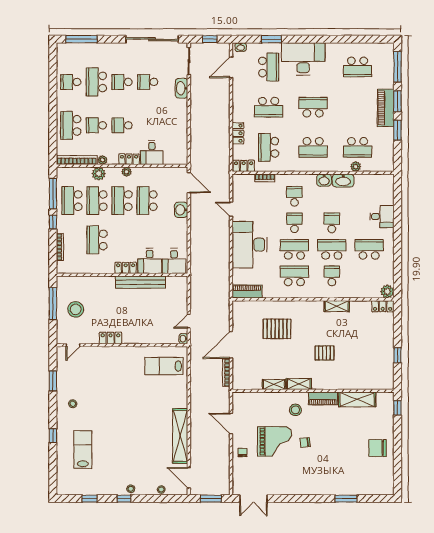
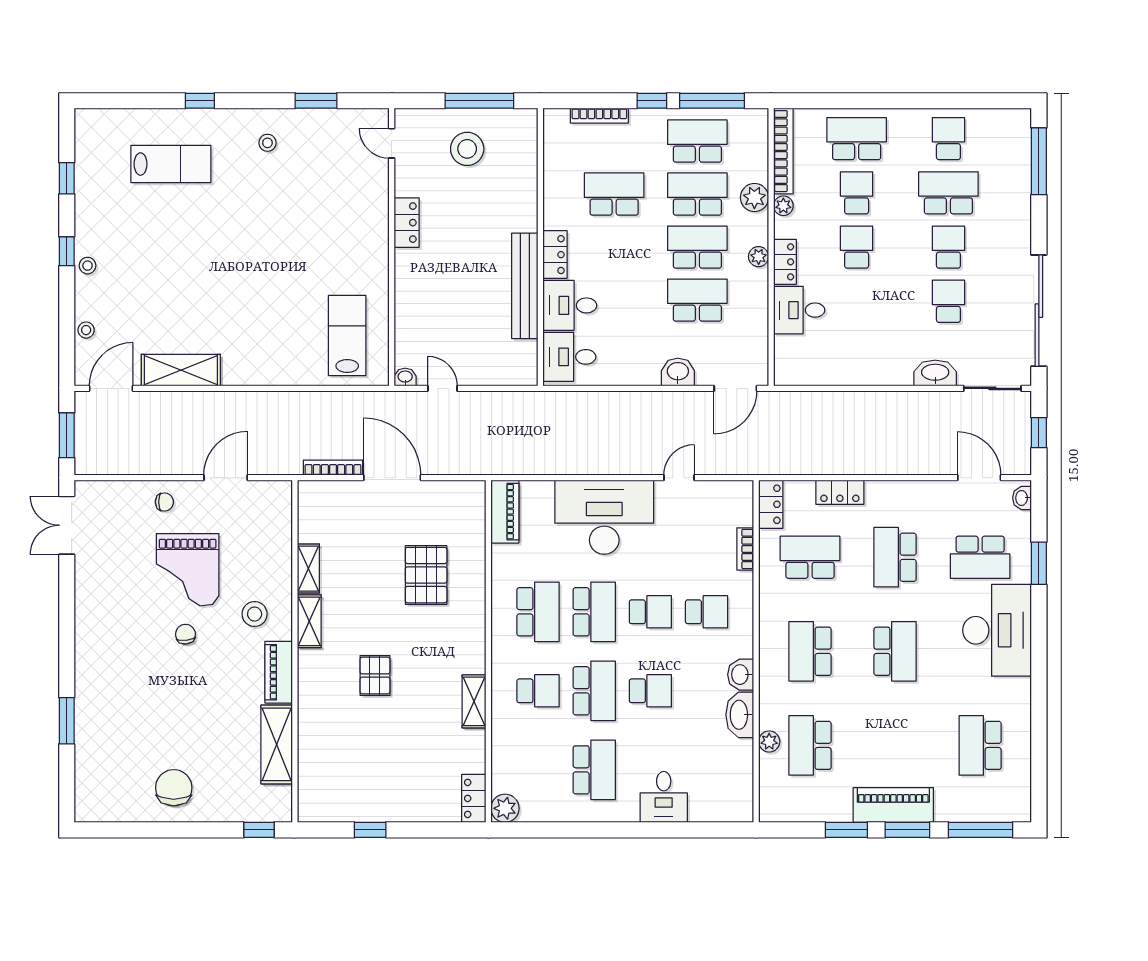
shelving: (180, 436) -> (181, 370), width x0.68

